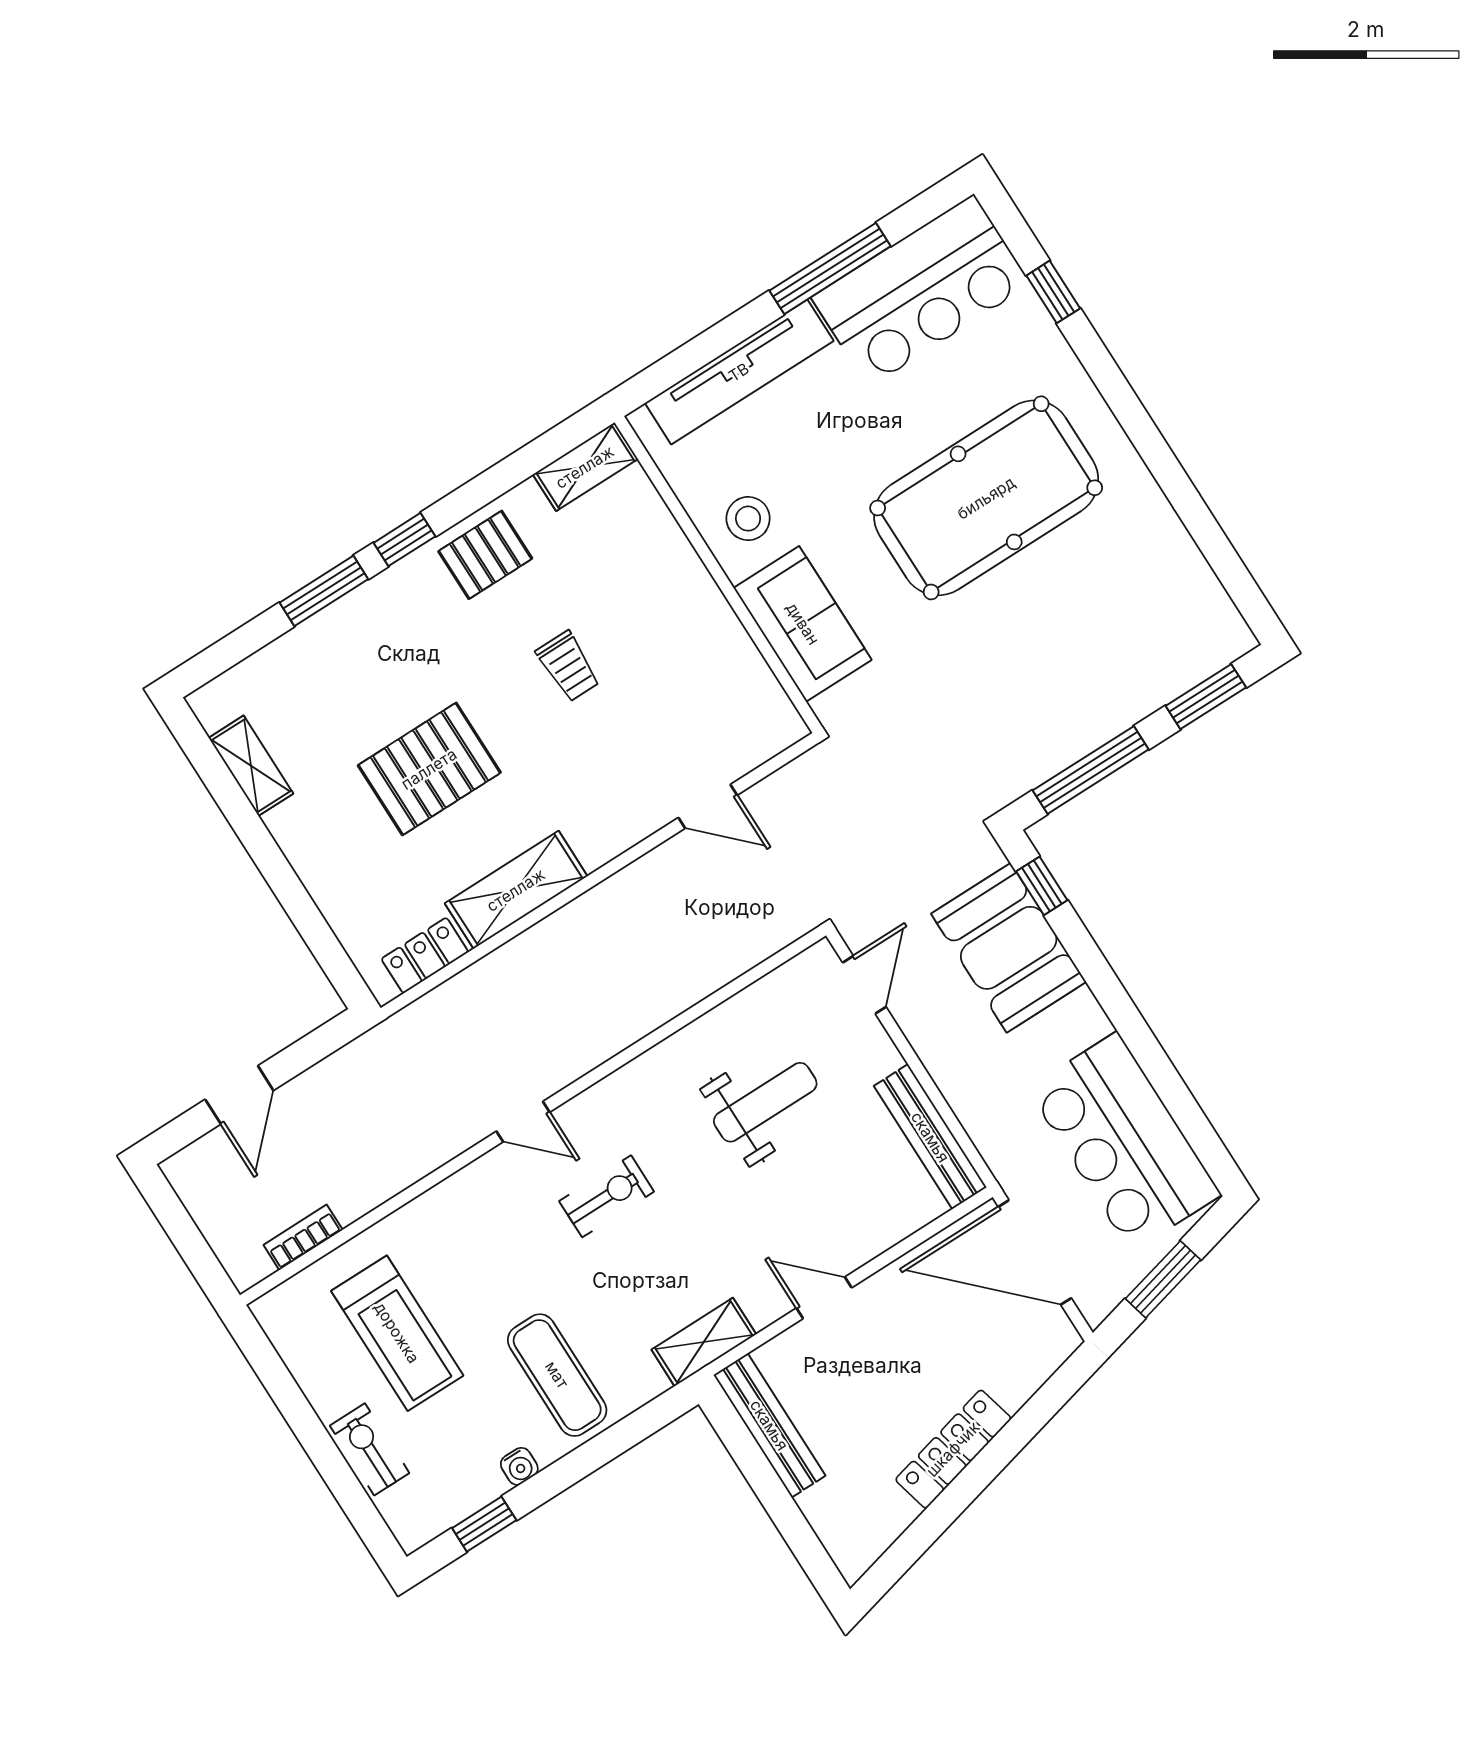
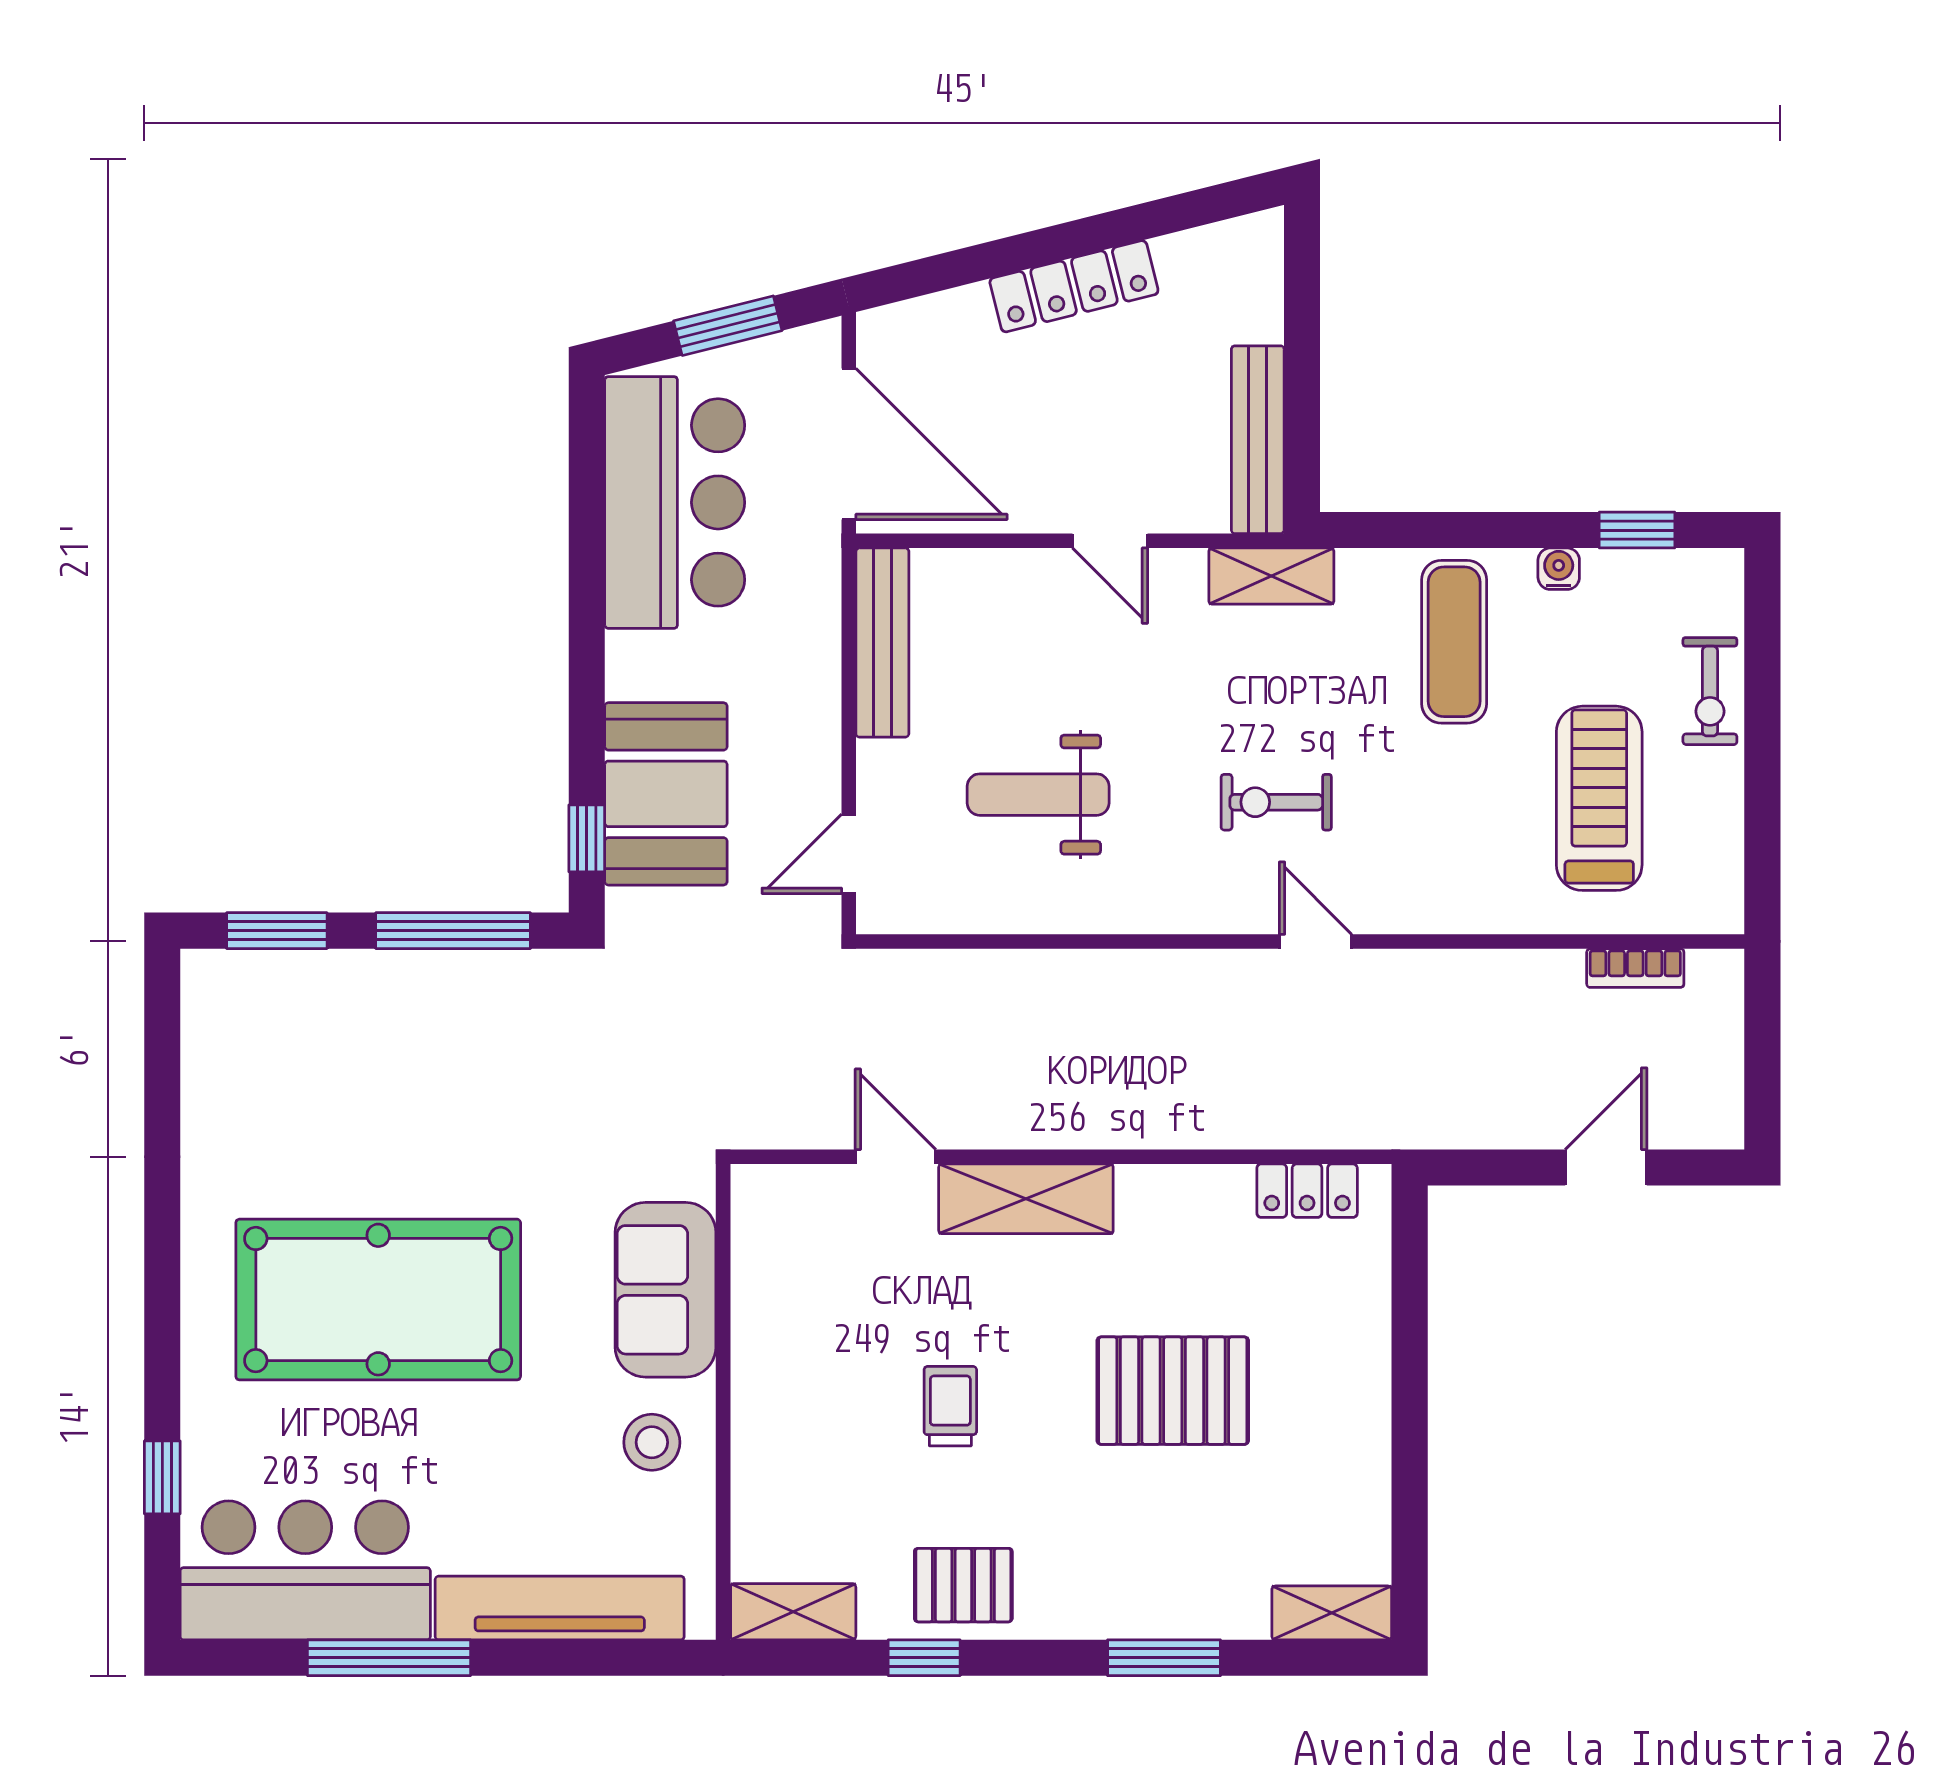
window: (404, 540) -> (924, 1658), moved
shelving: (251, 766) -> (1332, 1613), moved, turned 90
shelving: (516, 890) -> (1026, 1199), moved

